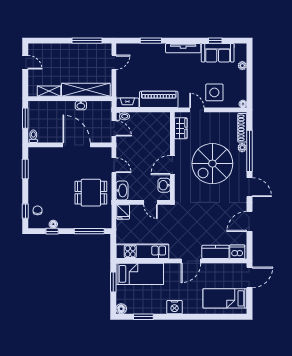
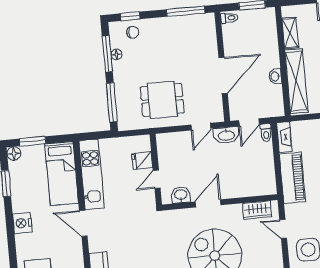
door: (197, 110) -> (283, 229), swing flipped
door: (172, 165) -> (208, 203), hinge flipped
window: (25, 169) -> (186, 11), width x1.44
washbasin: (122, 190) -> (226, 135), moved
dining table: (91, 193) -> (162, 100), turned 90
fridge: (123, 212) -> (142, 160), moved
window: (52, 231) -> (107, 54), width x2.17
door: (191, 261) -> (83, 223), moved
window: (113, 282) -> (32, 141), moved

